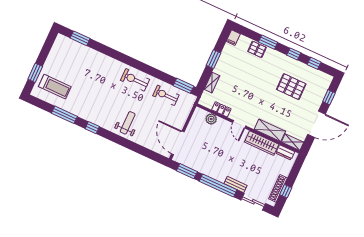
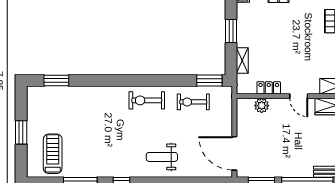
window: (35, 73) -> (21, 132), moved
treadmill: (55, 87) -> (53, 154), turned -90
weight bench: (128, 123) -> (162, 157), turned -90

